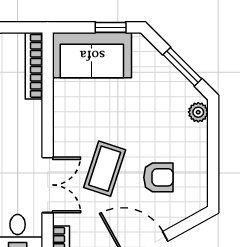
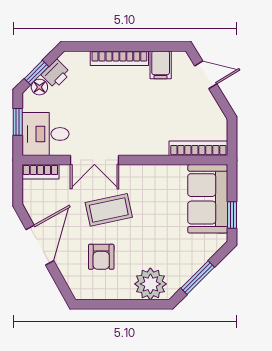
plant: (198, 112) -> (150, 284), width x1.88, depth x1.88
coffee table: (105, 169) -> (109, 210), turned -30

